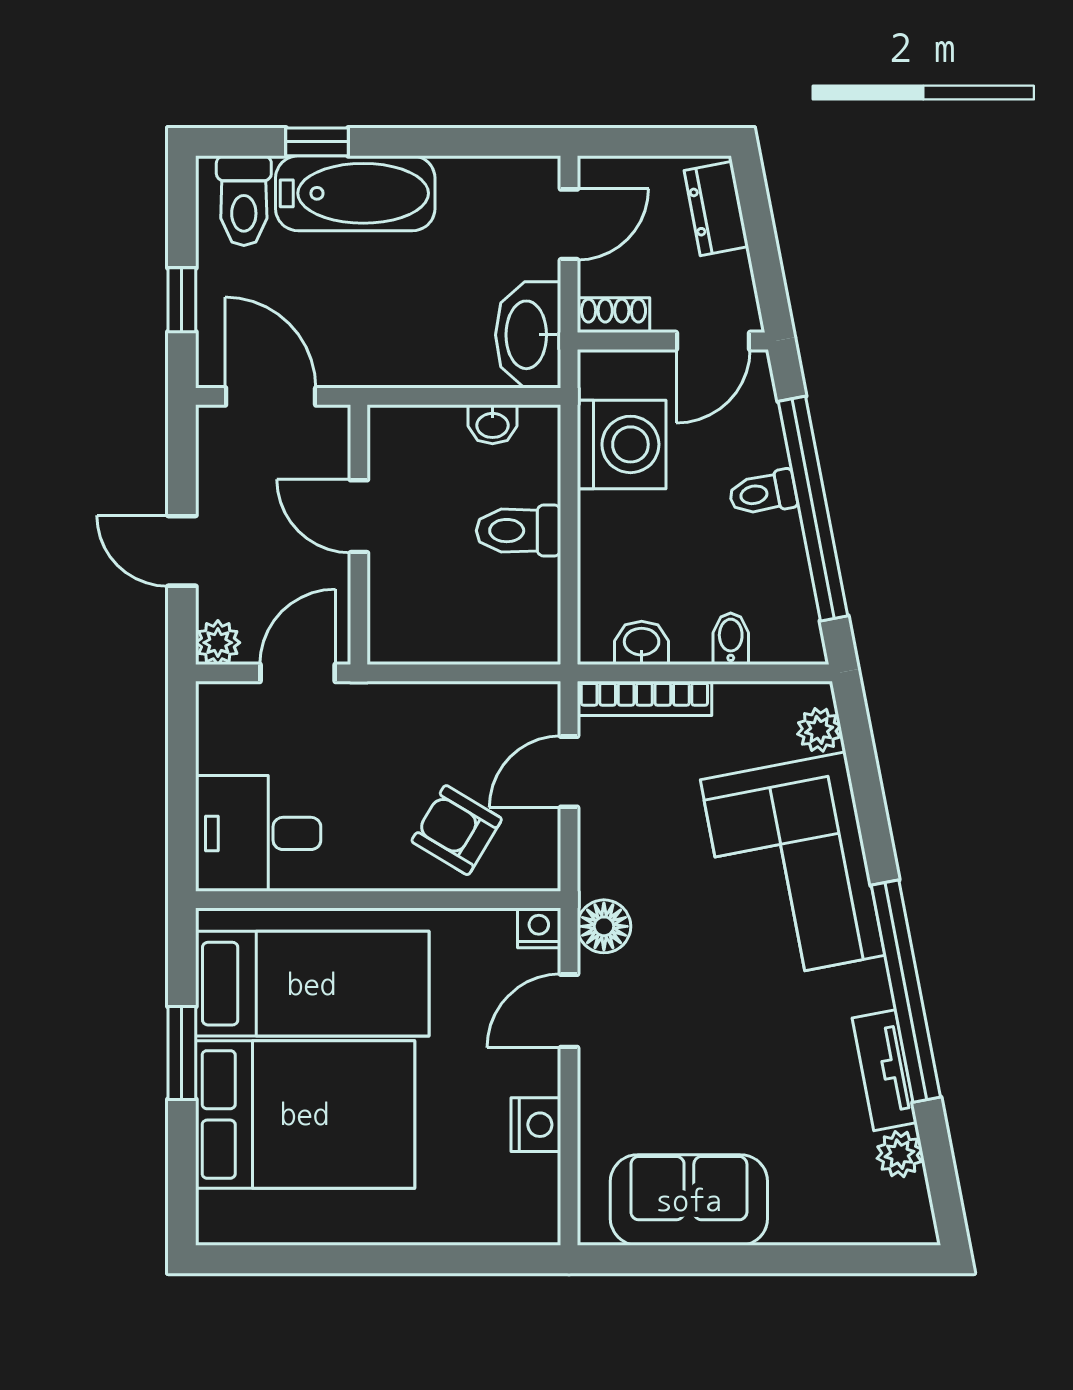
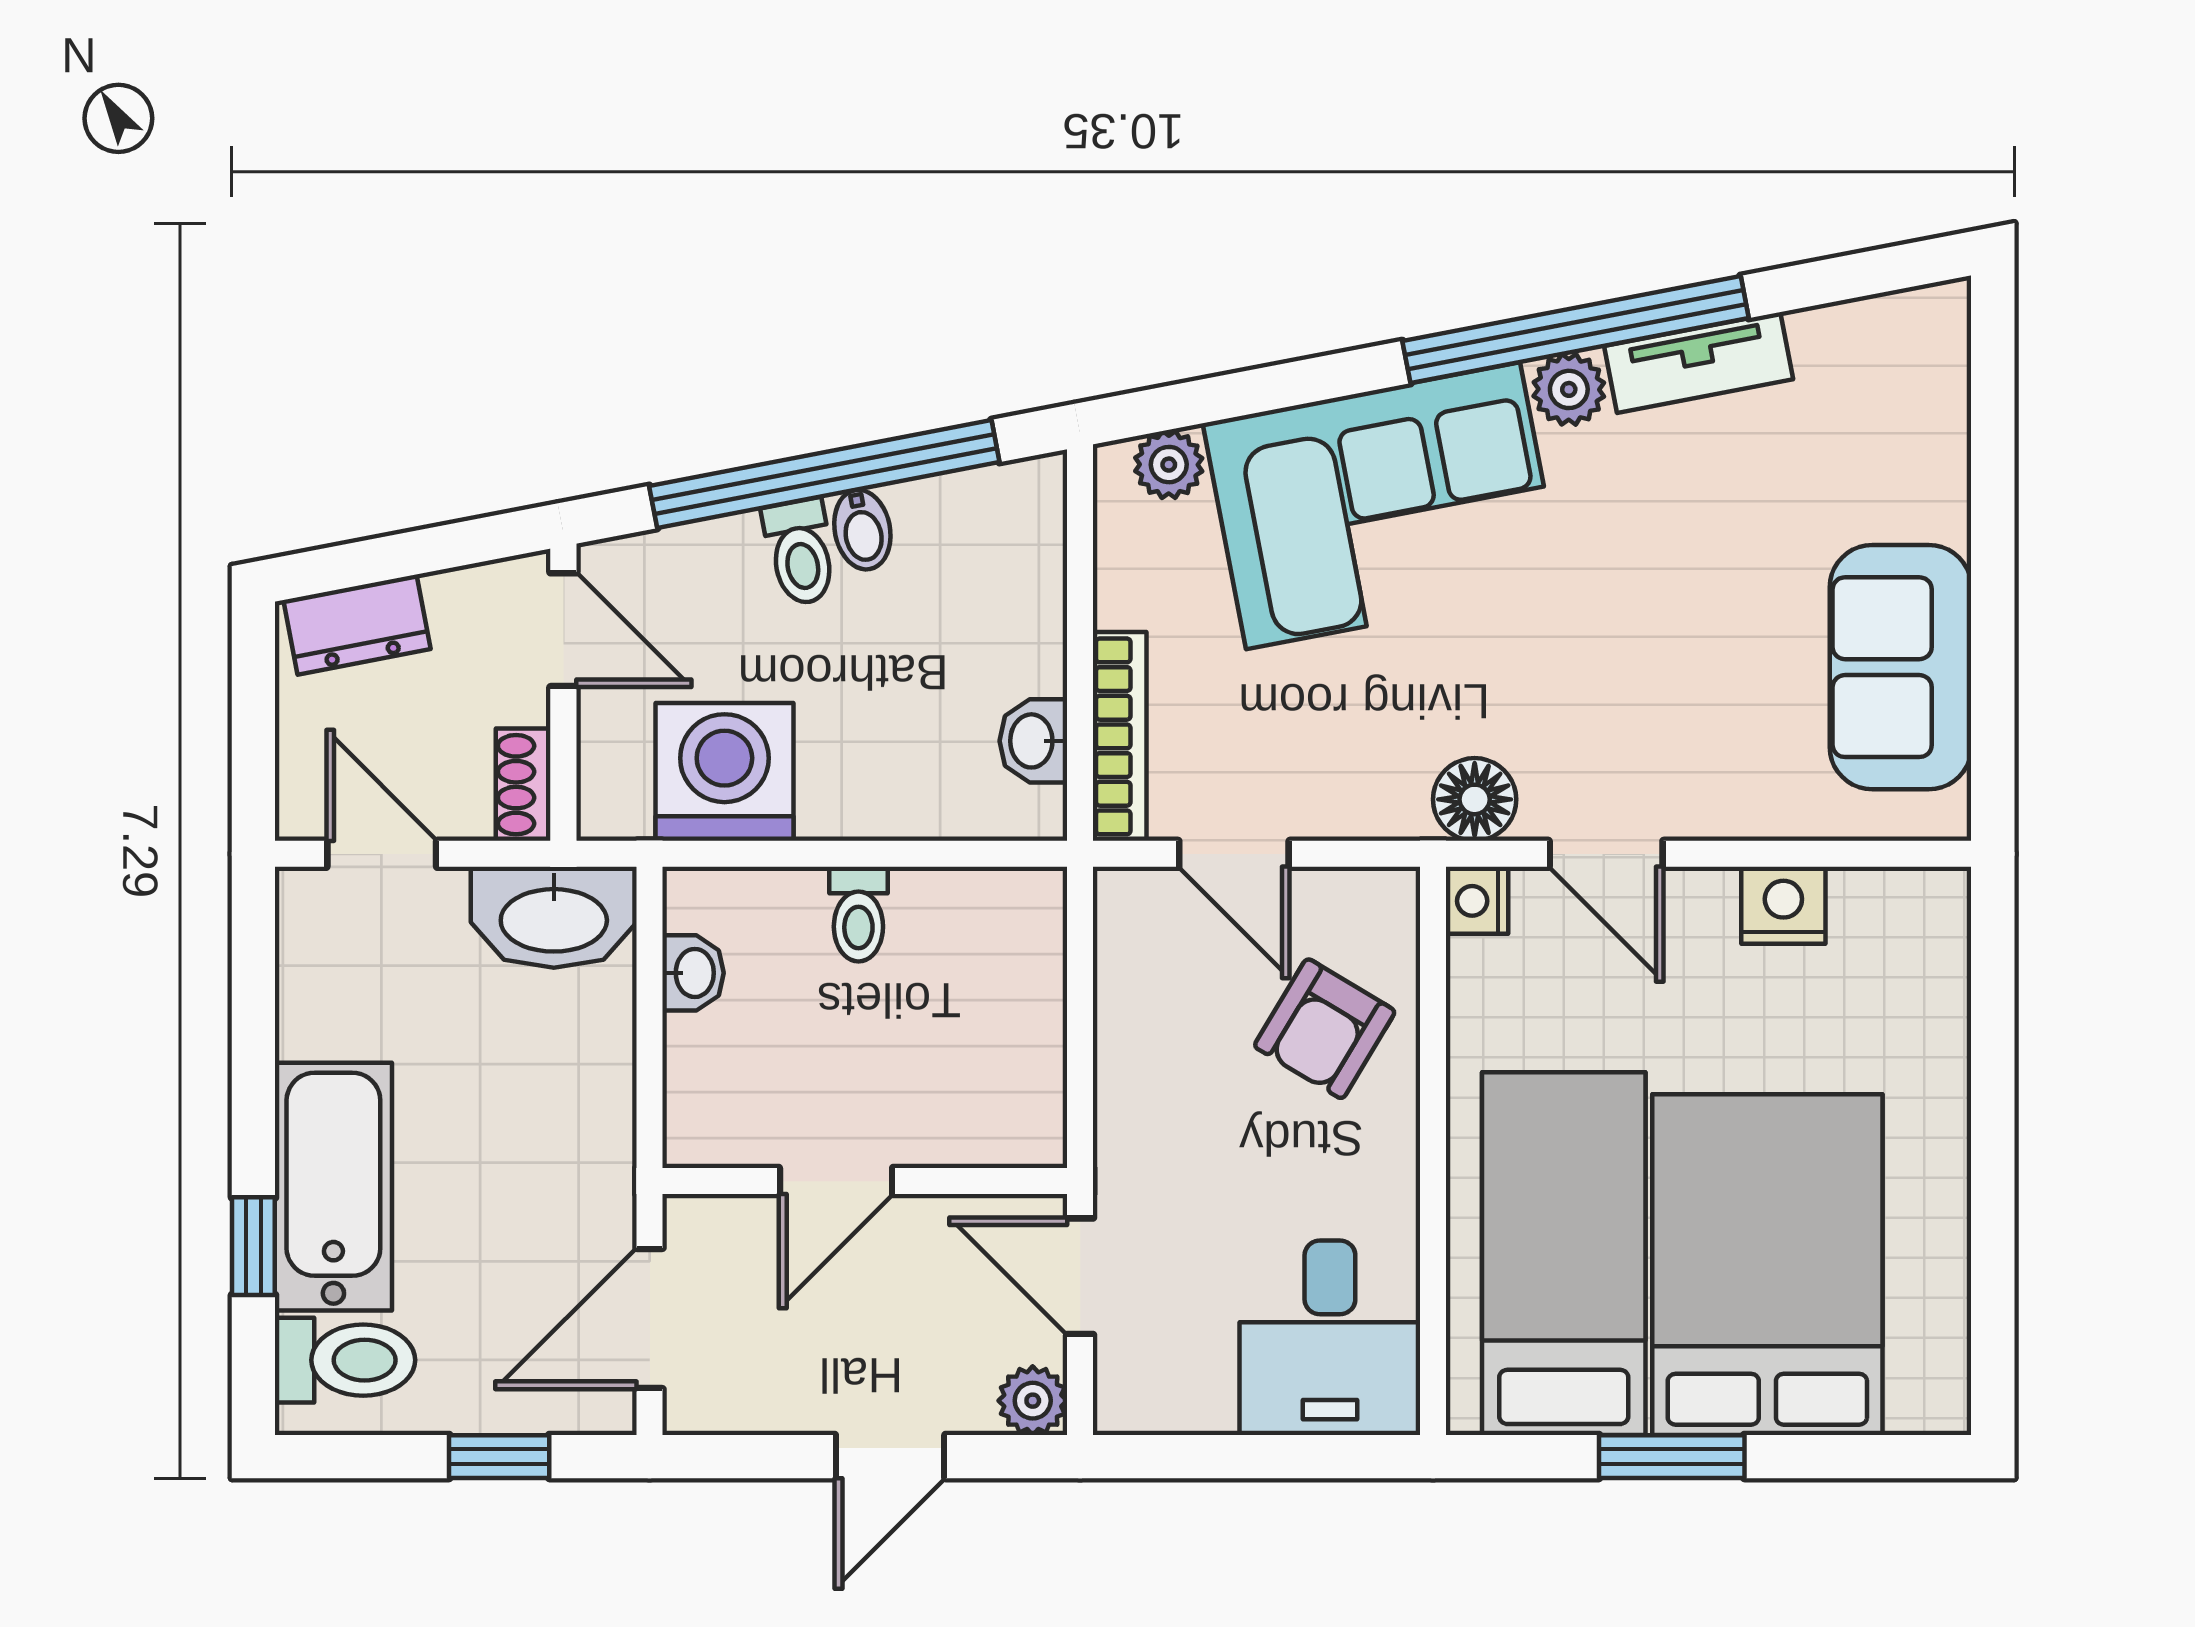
toilet: (518, 531) -> (858, 914), width x0.73, depth x0.72
bidet: (731, 639) -> (862, 530), moved, turned -101
plant: (900, 1154) -> (1569, 389), moved

